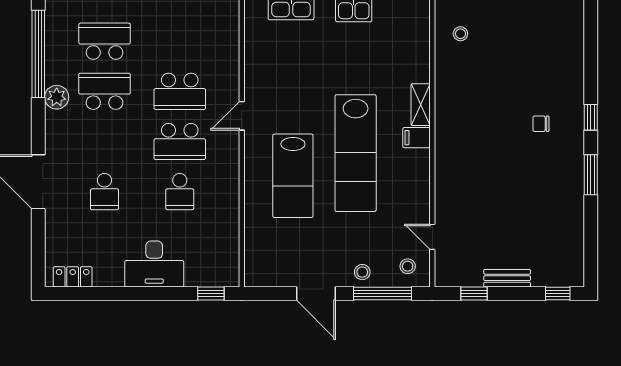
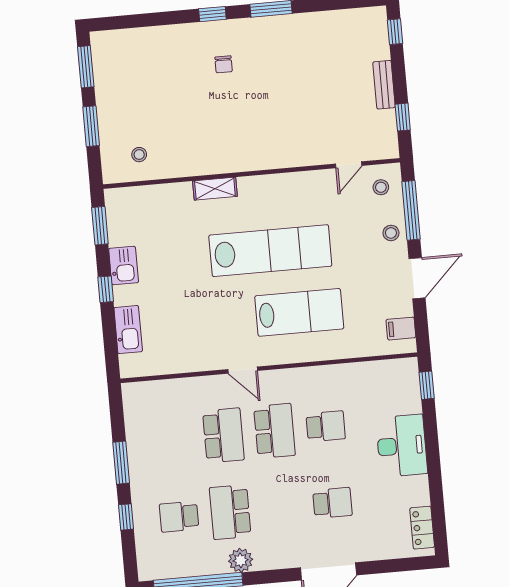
school desk: (105, 41) -> (179, 517), width x0.54
filing cabinet: (417, 138) -> (401, 329), moved, turned 90

